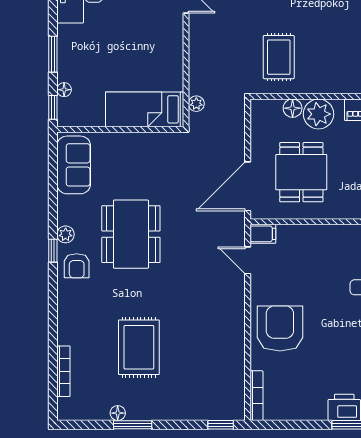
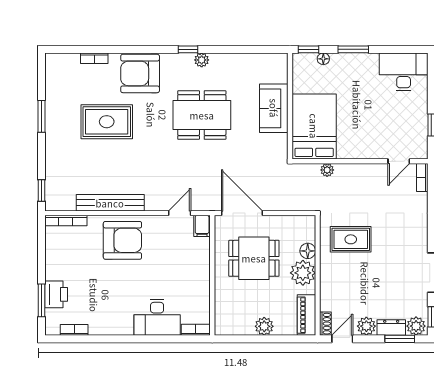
plant: (196, 104) -> (327, 170), moved
bed: (145, 109) -> (314, 126), width x1.50
sofa: (74, 165) -> (274, 108), moved, turned 90
armchair: (77, 266) -> (140, 73), moved, width x1.88, depth x1.88
bench: (235, 343) -> (110, 203), added
bookcase: (63, 371) -> (94, 58), width x0.64
floor lamp: (118, 413) -> (51, 104), removed

